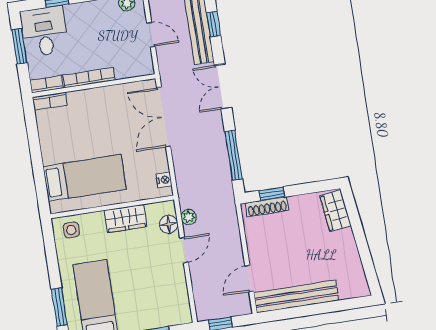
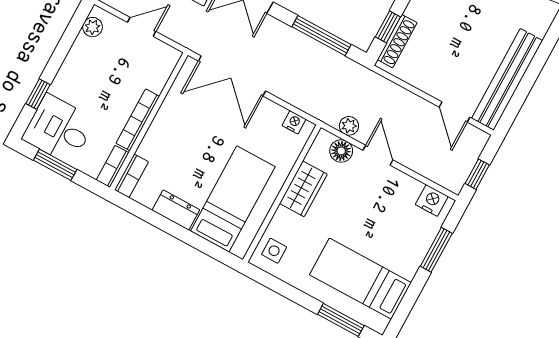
dresser: (49, 147) -> (176, 210), added
nightstand: (181, 307) -> (432, 200), added

